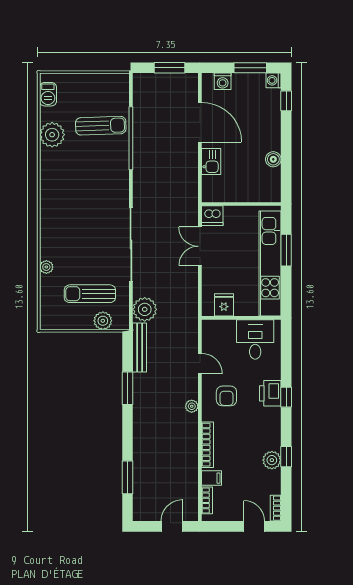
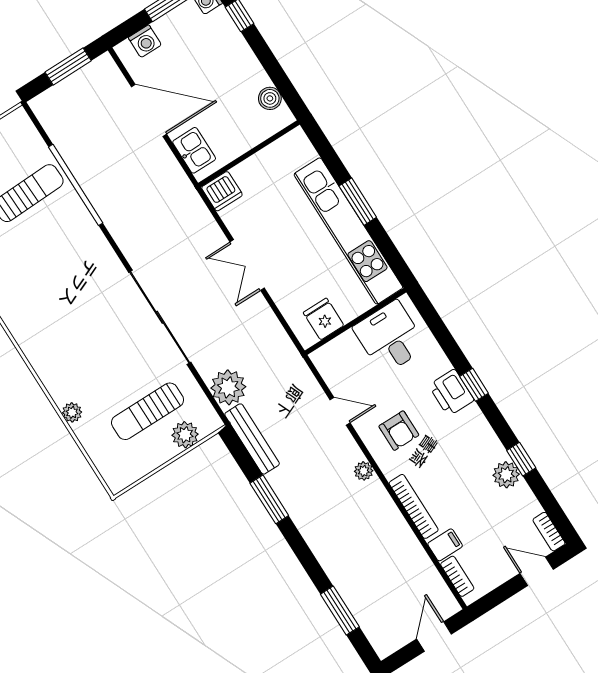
wall: (241, 204) -> (249, 154), moved
dishwasher: (212, 216) -> (222, 191), moved

